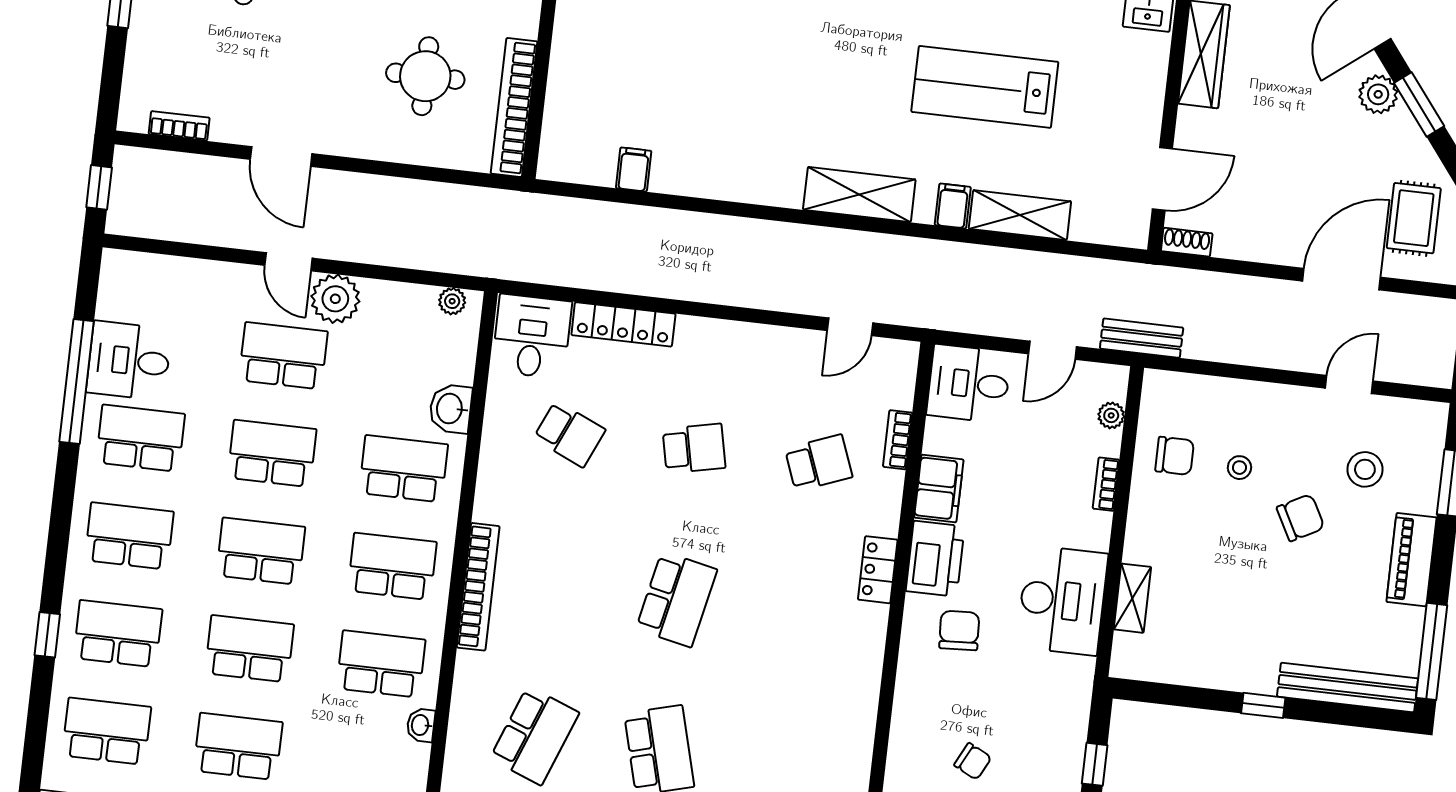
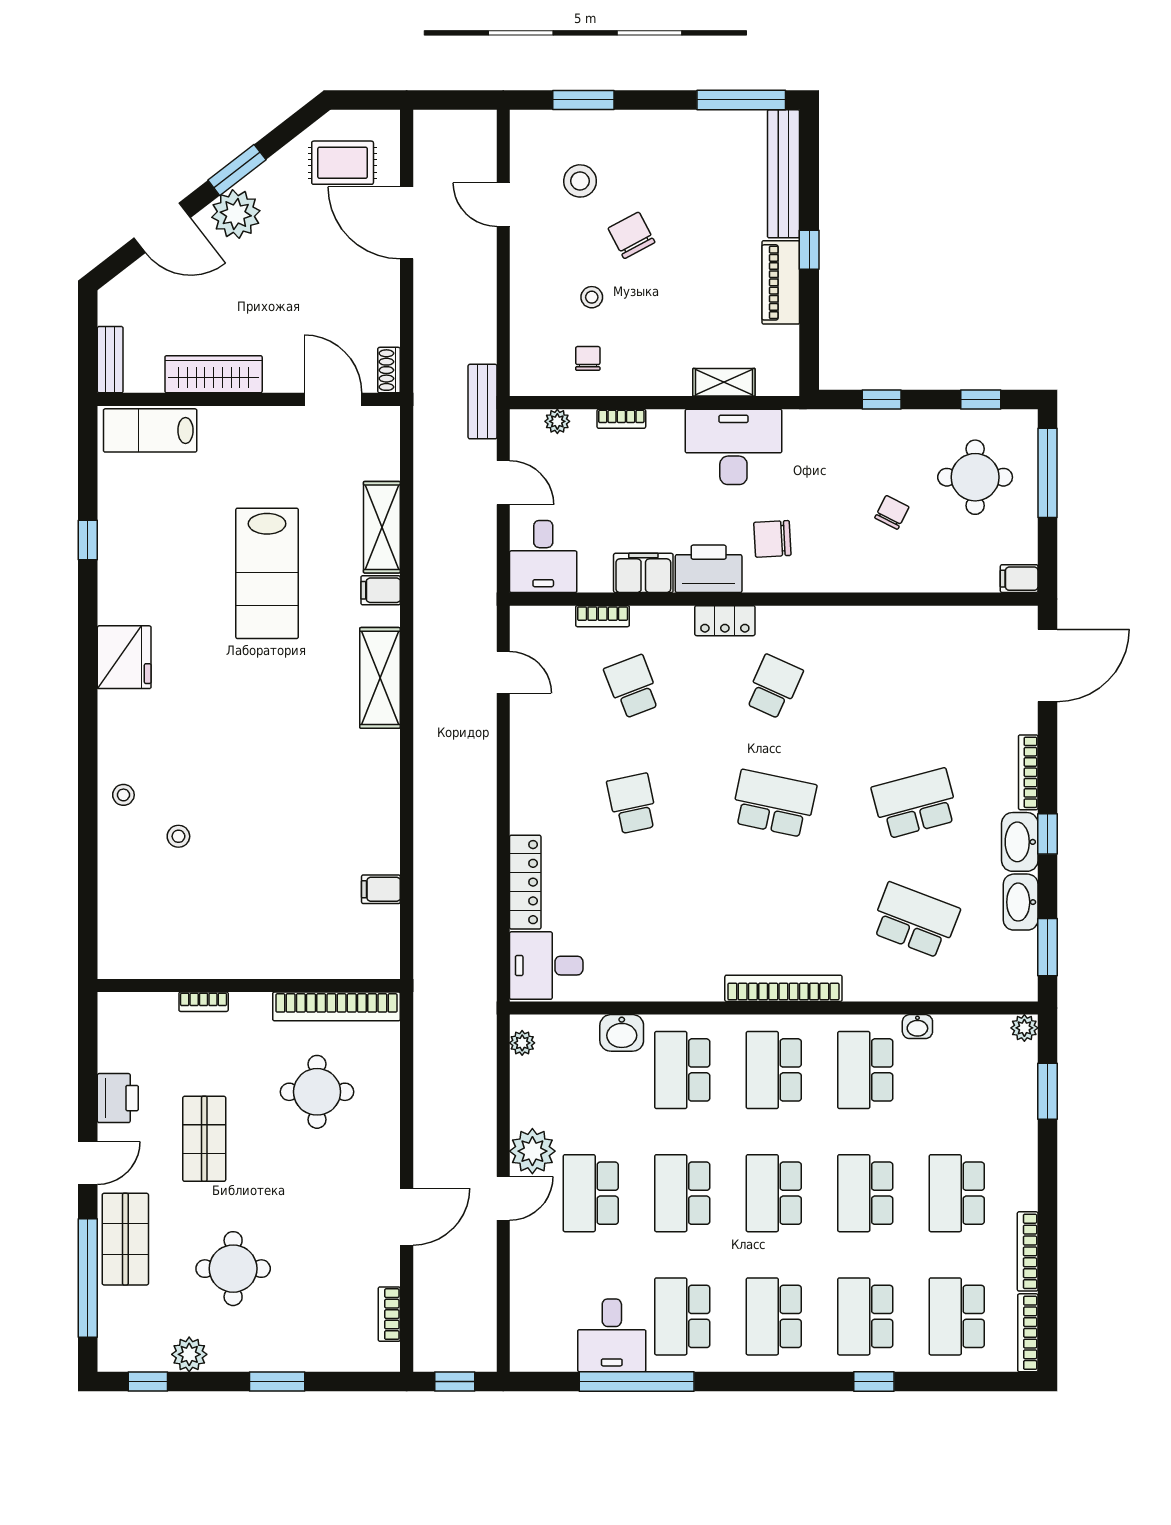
plant: (1378, 94) -> (236, 214), width x1.36, depth x1.36
school desk: (569, 434) -> (774, 687), moved
chair: (1175, 456) -> (588, 358), width x0.73, depth x0.73
piano: (1411, 560) -> (781, 282), moved, turned 90

